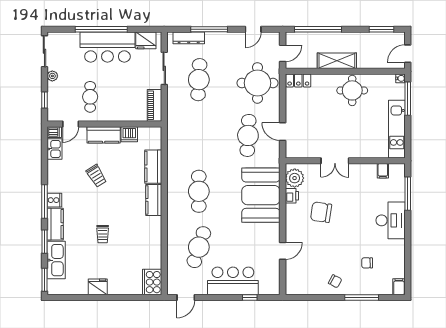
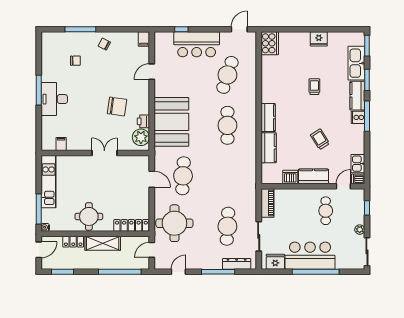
locker: (370, 63) -> (73, 242), added
locker: (298, 81) -> (131, 225), width x1.53
window: (408, 194) -> (39, 90), moved
filing cabinet: (399, 287) -> (144, 39), moved

